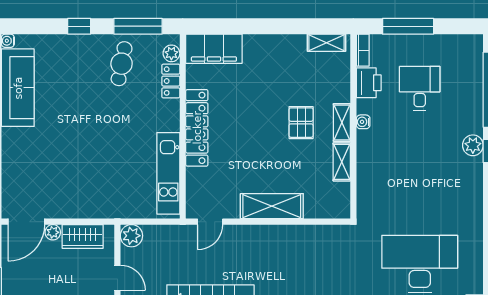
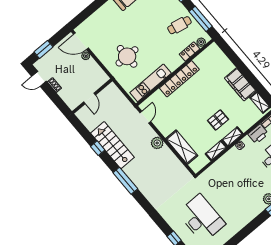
filing cabinet: (214, 49) -> (240, 84), moved
round table: (103, 175) -> (127, 56), added
shelving: (272, 206) -> (182, 147), moved
door: (210, 222) -> (145, 117), swing flipped
wardrobe: (83, 236) -> (94, 70), removed
plant: (131, 236) -> (157, 143), moved

